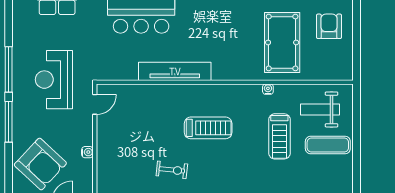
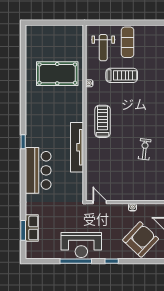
armchair: (329, 26) -> (46, 41), removed
reception desk: (54, 80) -> (81, 245), moved
window: (9, 122) -> (112, 261), width x0.46
treadmill: (208, 128) -> (103, 121), moved

